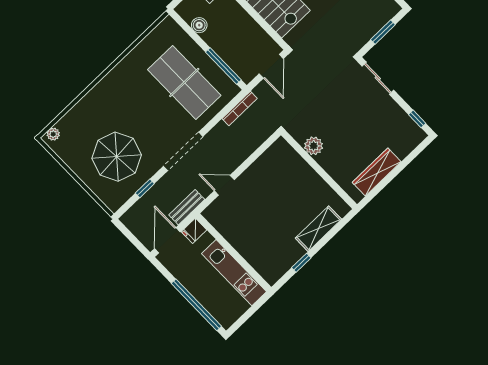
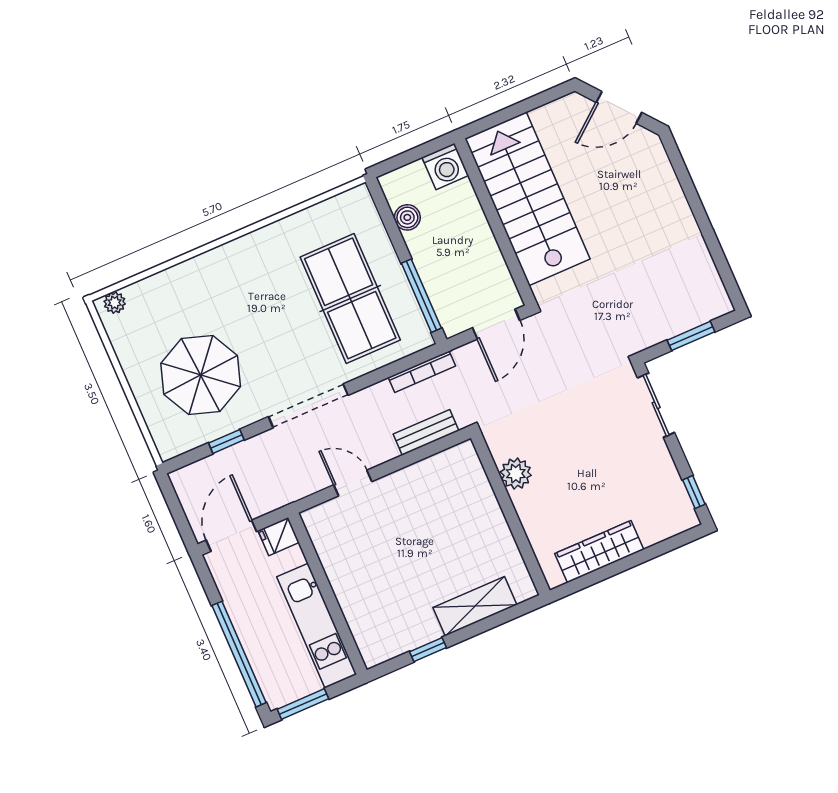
bench: (187, 207) -> (426, 432), moved
window: (243, 319) -> (303, 704), added

